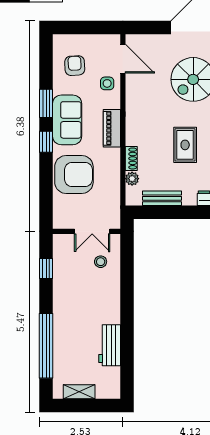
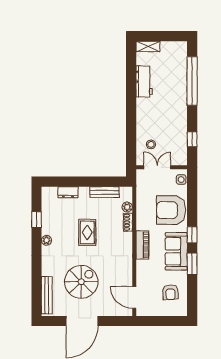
side table: (107, 83) -> (181, 180), moved
shelving: (79, 392) -> (148, 46), moved

